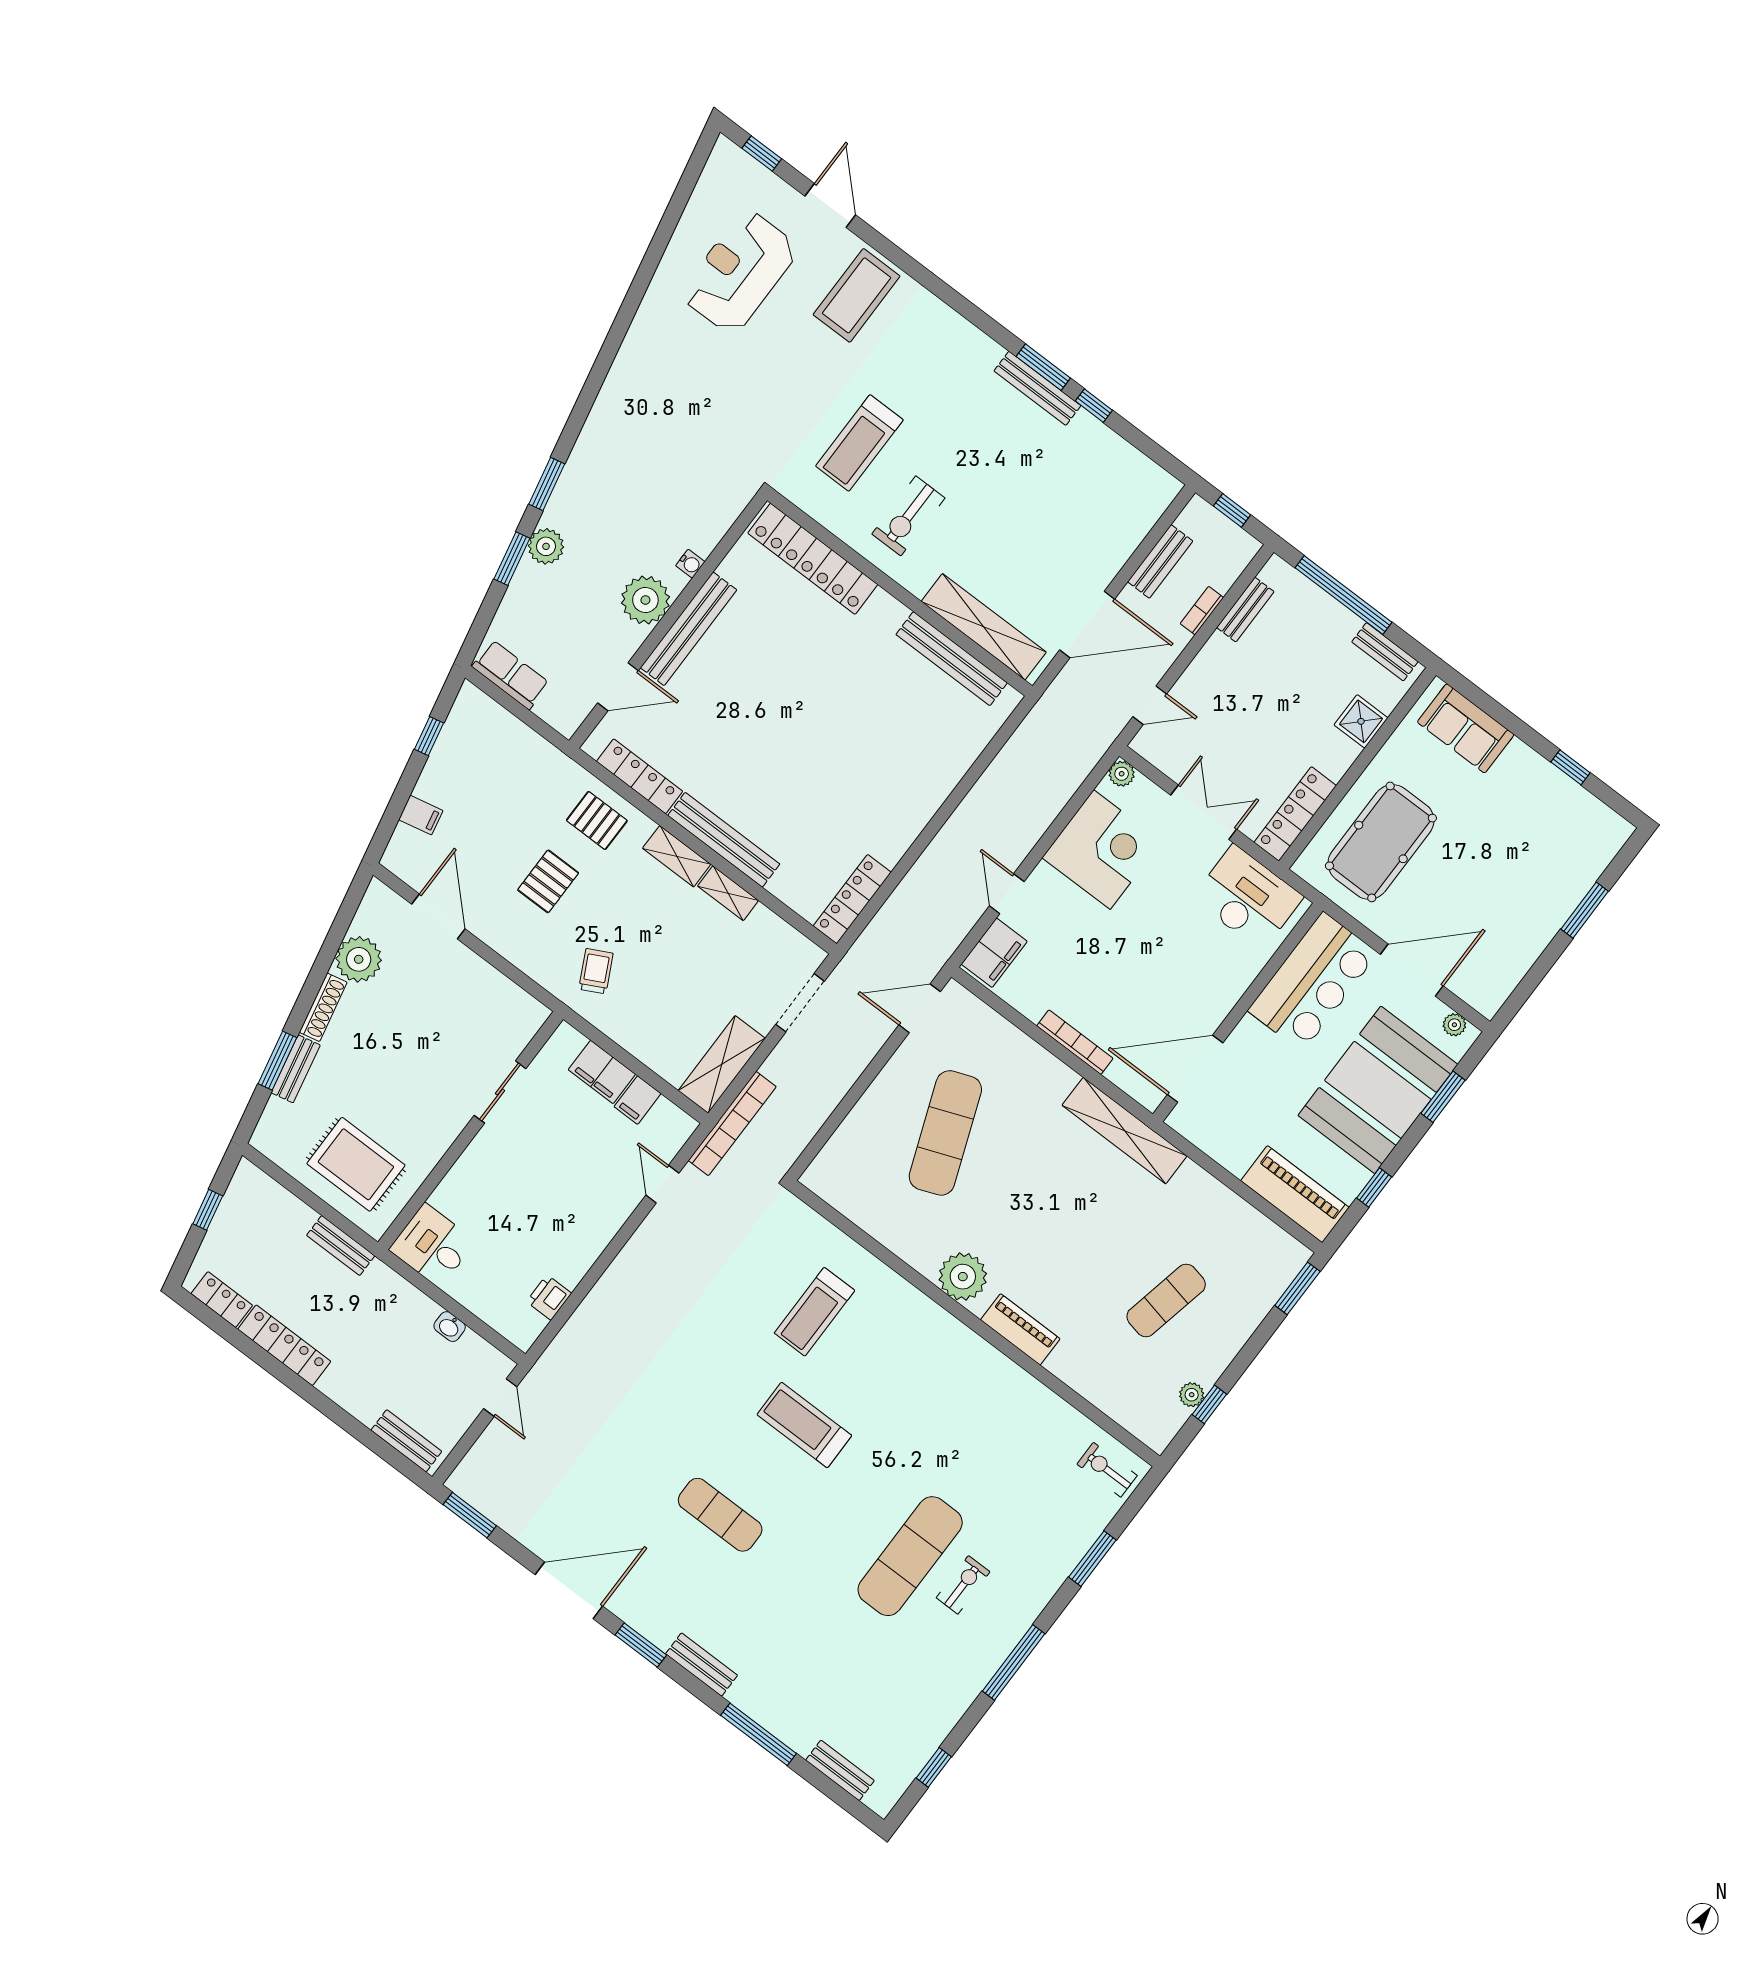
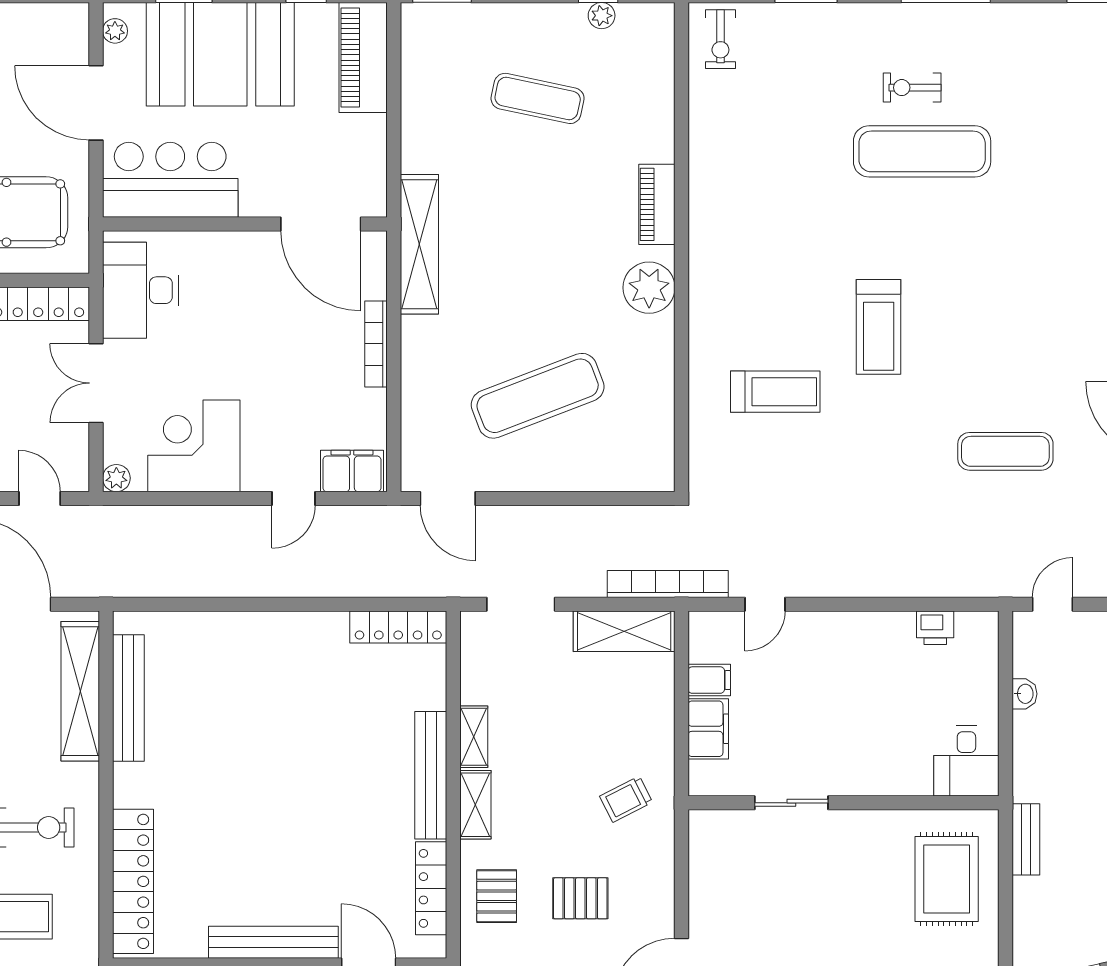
exercise mat: (720, 1515) -> (1005, 451), moved, turned 90

